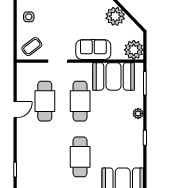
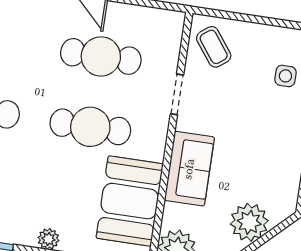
side table: (29, 17) -> (285, 76), moved

